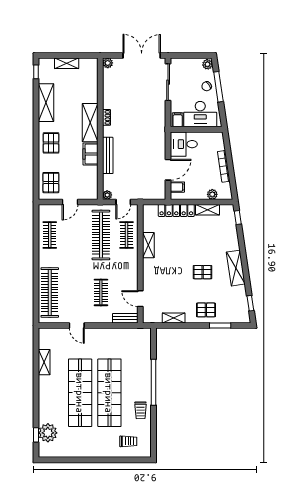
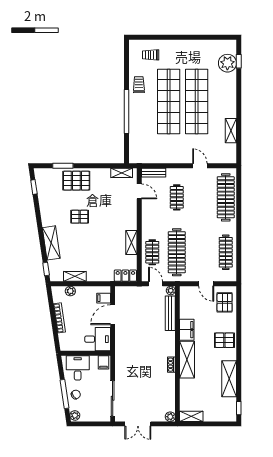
double door: (142, 55) -> (138, 424), width x0.73
shelving: (67, 63) -> (191, 416), moved
desk: (200, 114) -> (78, 368), width x0.73
pallet: (51, 143) -> (224, 340), turned 90
bench: (108, 155) -> (170, 313), moved
door: (70, 202) -> (206, 284), swing flipped
door: (123, 202) -> (156, 284), hinge flipped
locker: (176, 211) -> (125, 276), moved, width x0.66
clothes rail: (50, 235) -> (226, 252), width x1.36
shelving: (236, 268) -> (51, 243), moved
pallet: (206, 310) -> (76, 181), width x1.50, depth x1.42
shelving: (174, 318) -> (122, 173), moved

